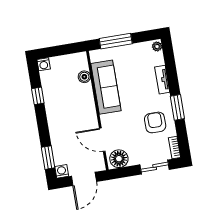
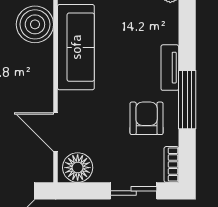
boiler: (84, 77) -> (35, 24), width x1.86, depth x1.86
tv unit: (162, 80) -> (170, 68), moved
window: (177, 107) -> (187, 100), width x1.44

